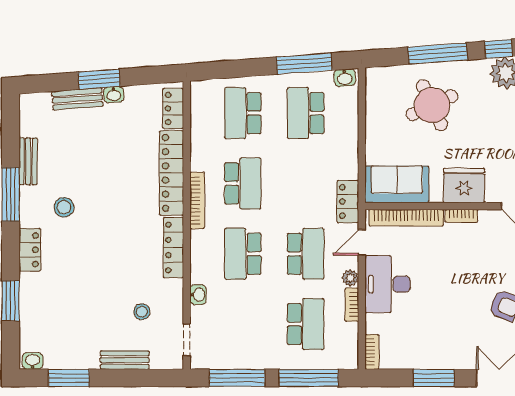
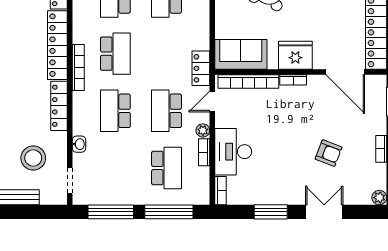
school desk: (306, 254) -> (166, 111), turned 180
desk: (388, 284) -> (233, 152), moved
stool: (142, 312) -> (33, 158), width x1.89, depth x1.89

